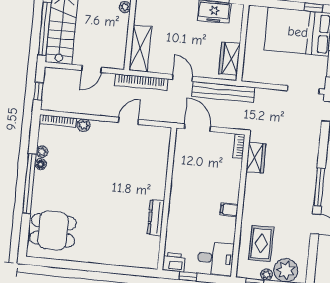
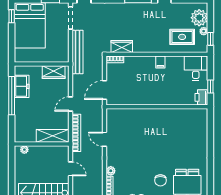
bench: (223, 92) -> (77, 52), moved
chair: (63, 194) -> (160, 180), added
dresser: (156, 218) -> (171, 113), removed

